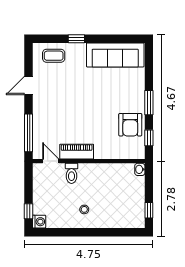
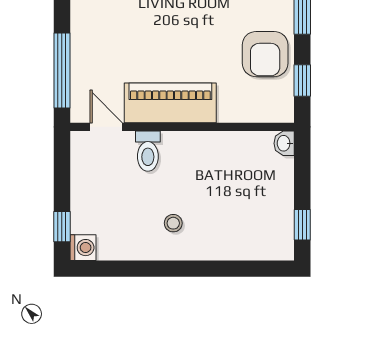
piano: (77, 152) -> (170, 103), width x1.37, depth x1.33

